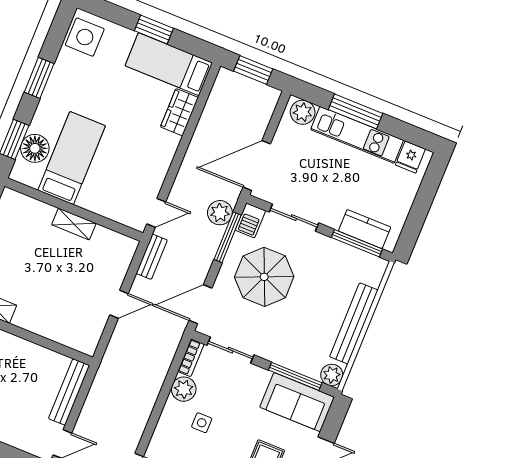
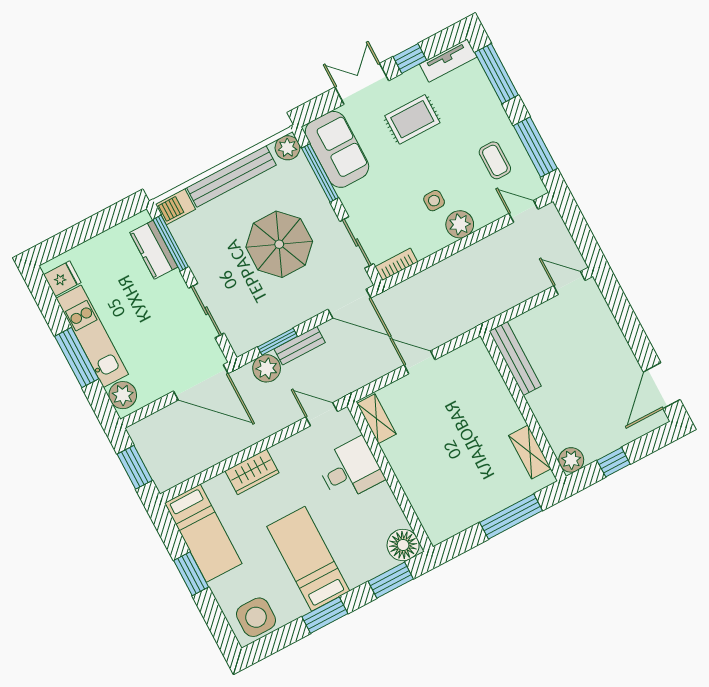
wardrobe: (179, 112) -> (252, 472), moved
floor lamp: (35, 148) -> (403, 545), moved
bed: (72, 158) -> (308, 559), moved, turned 90
desk: (105, 191) -> (350, 470), added
barbecue: (250, 220) -> (175, 207), moved, turned 180
shelving: (74, 224) -> (377, 419), moved
window: (228, 237) -> (278, 342), width x0.69
bench: (152, 257) -> (300, 346), moved
parasol: (264, 277) -> (279, 244), moved
plant: (184, 389) -> (460, 224), moved
bench: (69, 392) -> (515, 359), moved, turned 90

